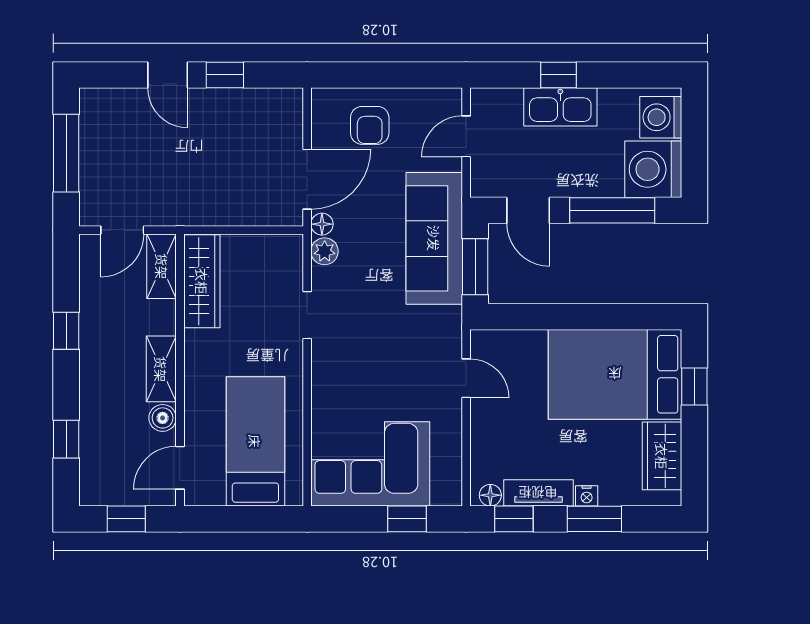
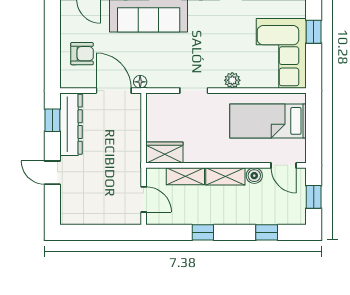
door: (168, 75) -> (52, 173), swing flipped
window: (225, 75) -> (52, 120), moved
dresser: (250, 107) -> (71, 124), added
window: (66, 153) -> (98, 232), removed
plant: (325, 251) -> (232, 80), moved
shelving: (162, 266) -> (185, 176), moved
wardrobe: (202, 281) -> (165, 153), width x0.67

